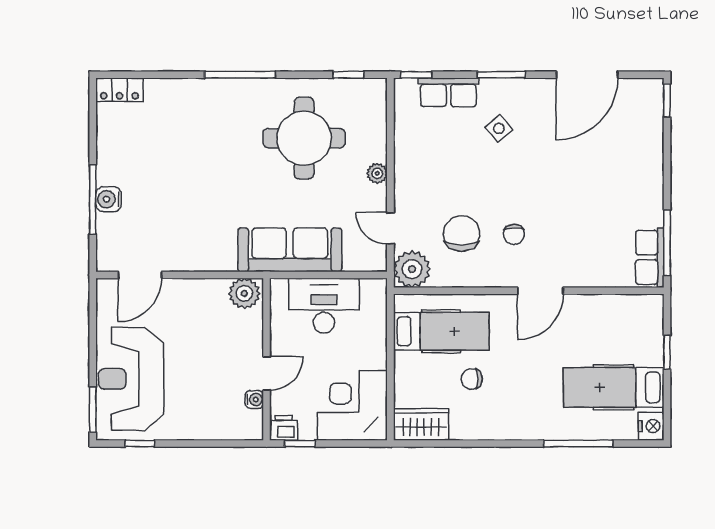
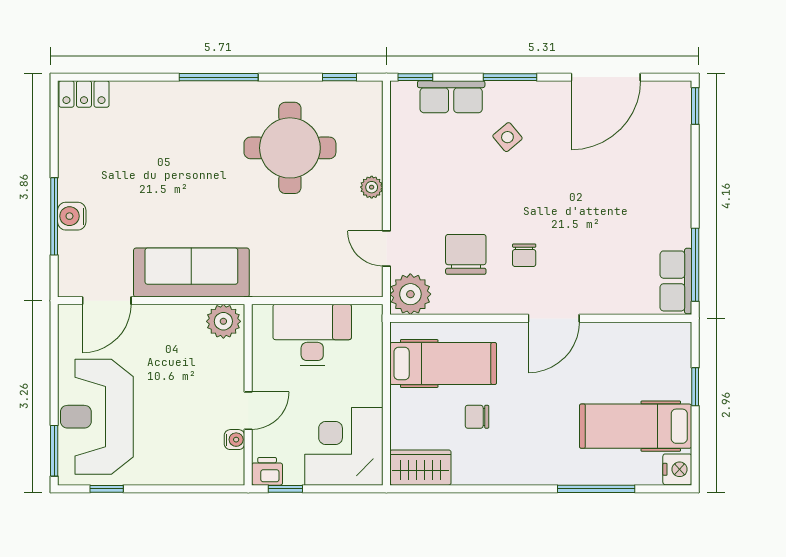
sofa: (290, 250) -> (191, 273), moved

